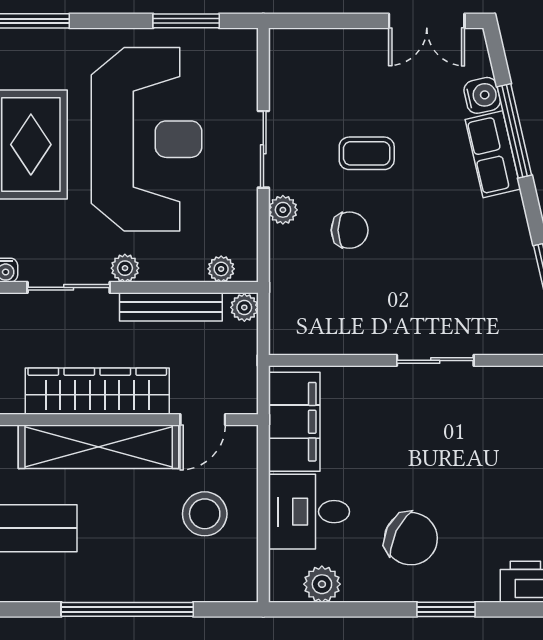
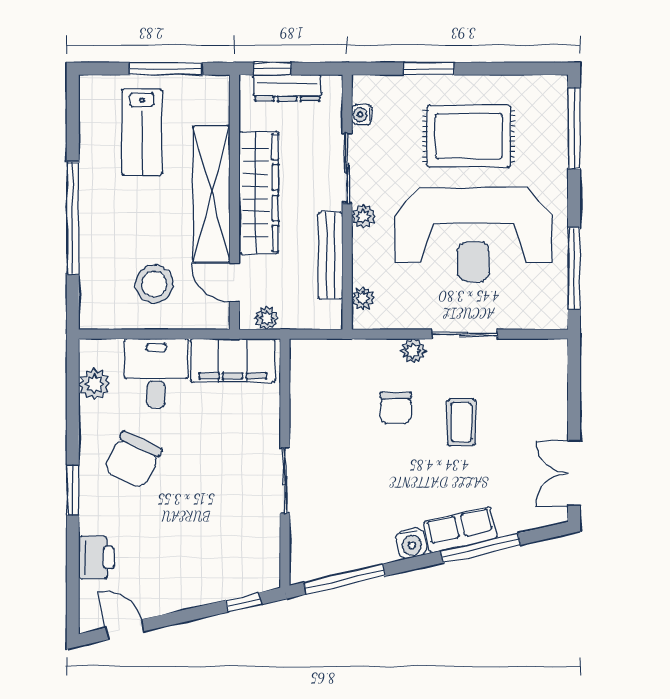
window: (186, 21) -> (574, 268), width x1.44
water cooler: (482, 95) -> (411, 543), moved
plant: (244, 307) -> (267, 318), moved

